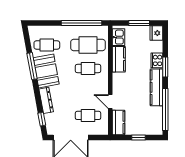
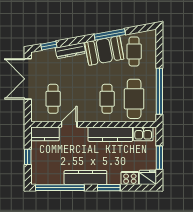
kitchen counter: (119, 59) -> (110, 134), width x1.50
cooker: (157, 60) -> (130, 178), moved

